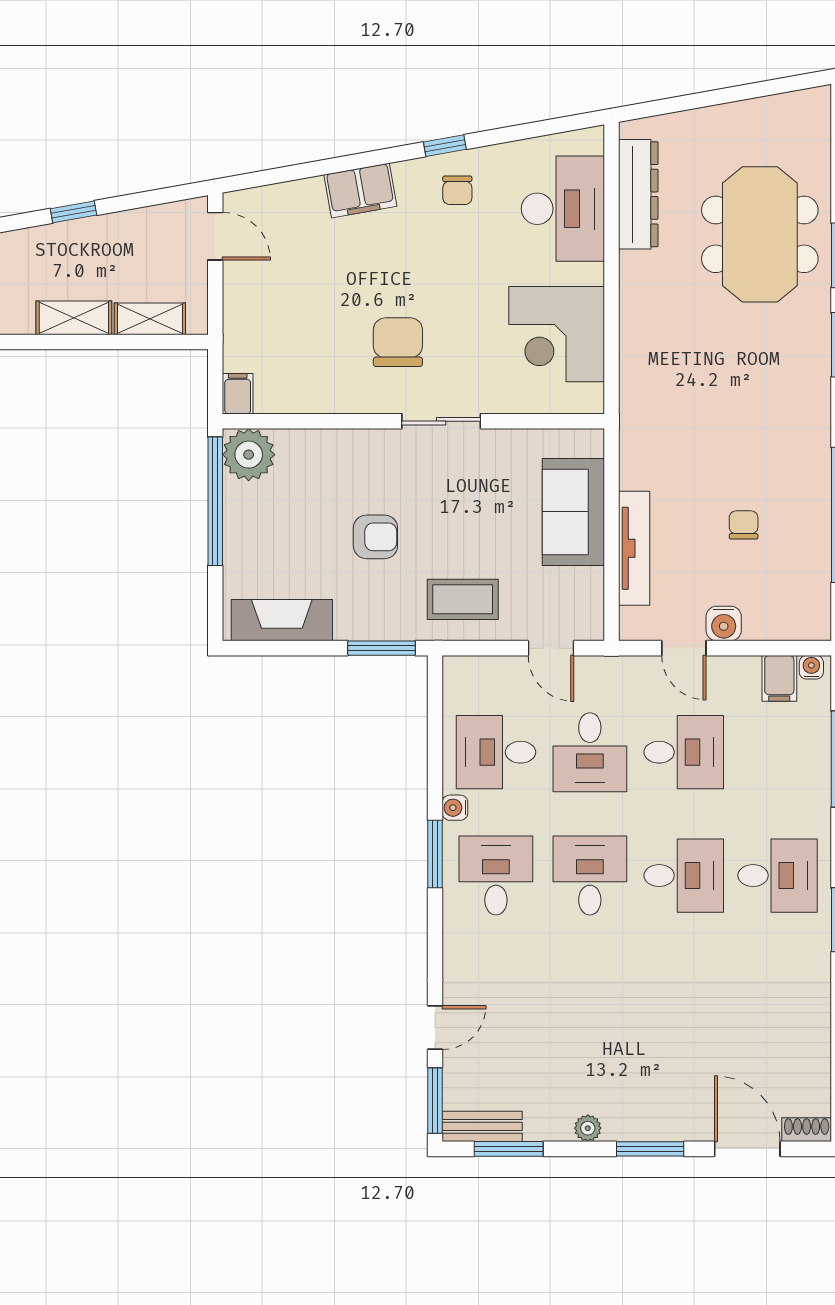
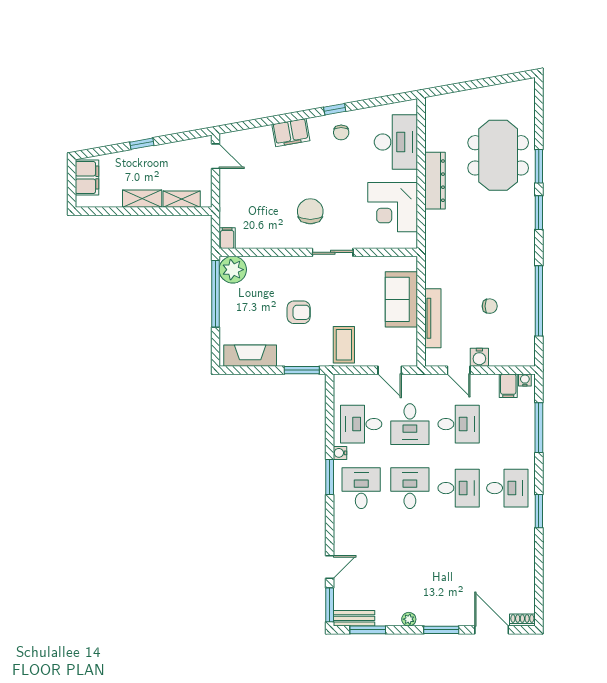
dresser: (638, 194) -> (435, 181), moved
chair: (744, 525) -> (490, 306), turned 90
coffee table: (463, 599) -> (344, 345), turned 90

